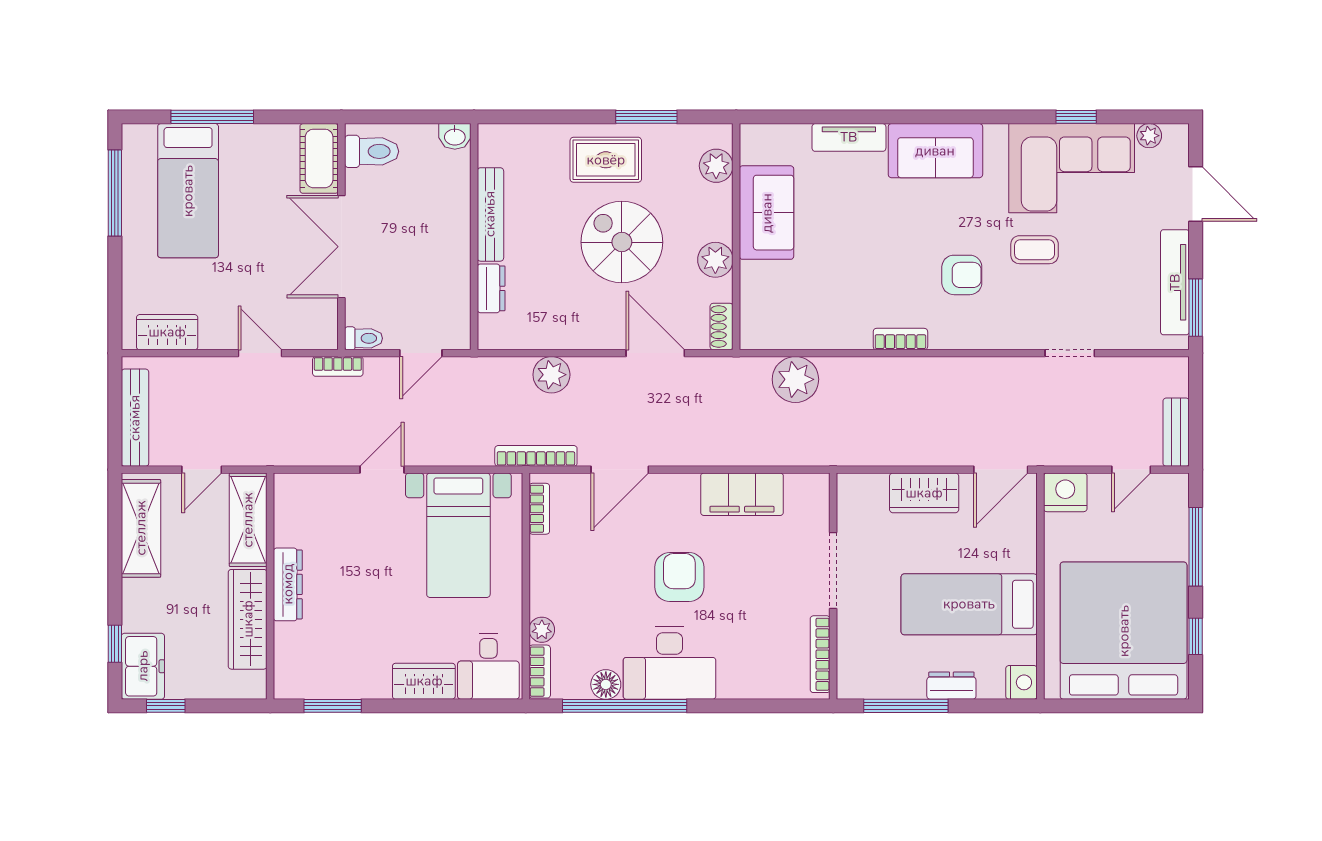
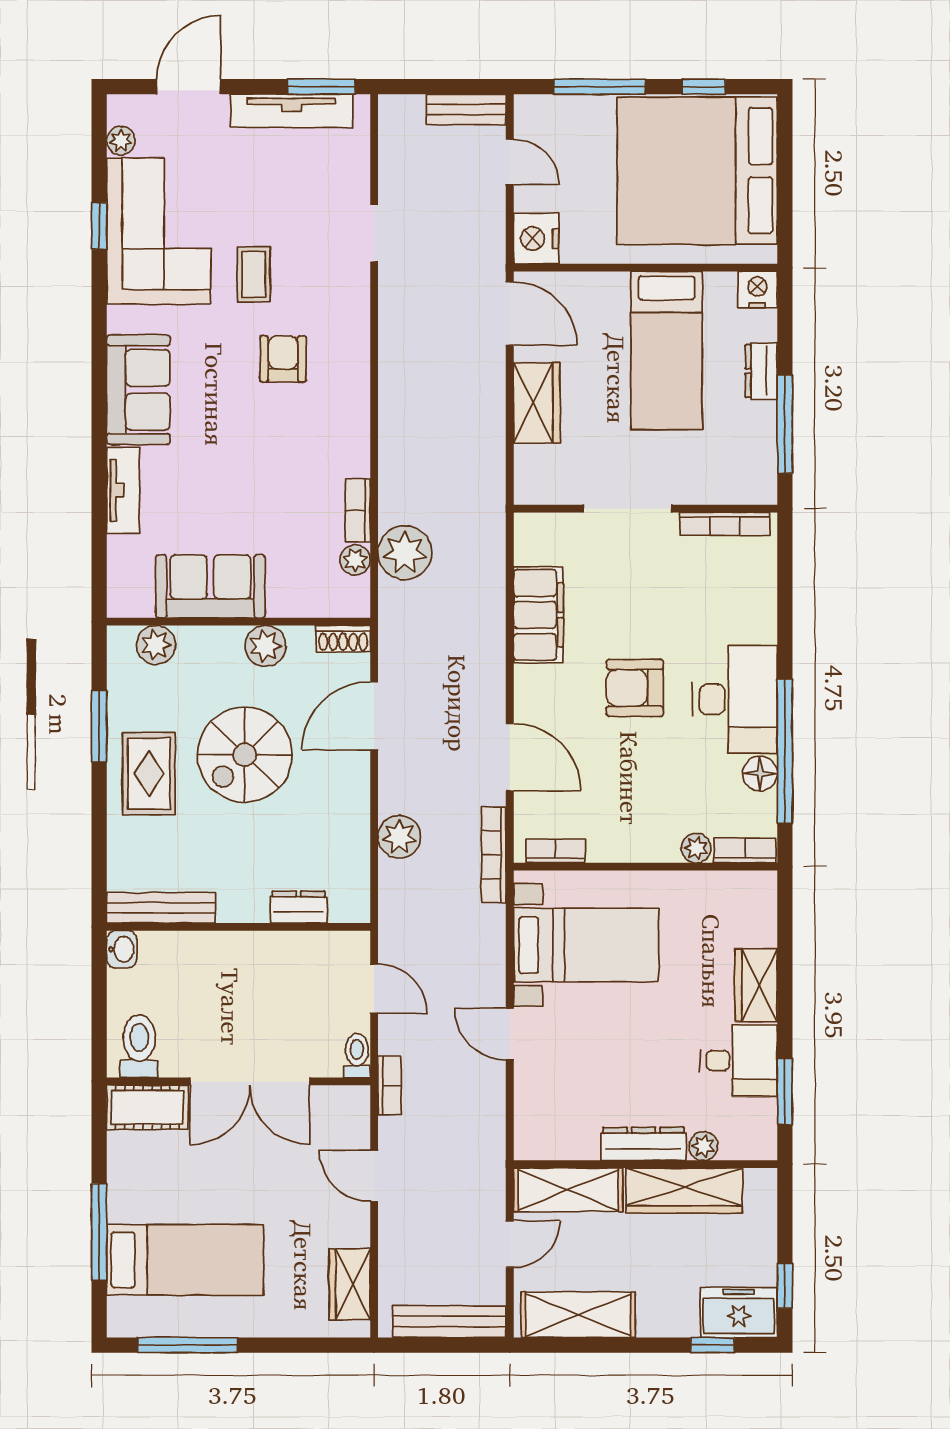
bench: (490, 214) -> (161, 908), moved
plant: (789, 337) -> (355, 560), added
bookcase: (900, 339) -> (358, 510), moved
door: (260, 353) -> (374, 1176), hinge flipped
door: (202, 470) -> (510, 1244), hinge flipped
plant: (286, 636) -> (703, 1146), added
desk: (488, 666) -> (739, 1061), moved

